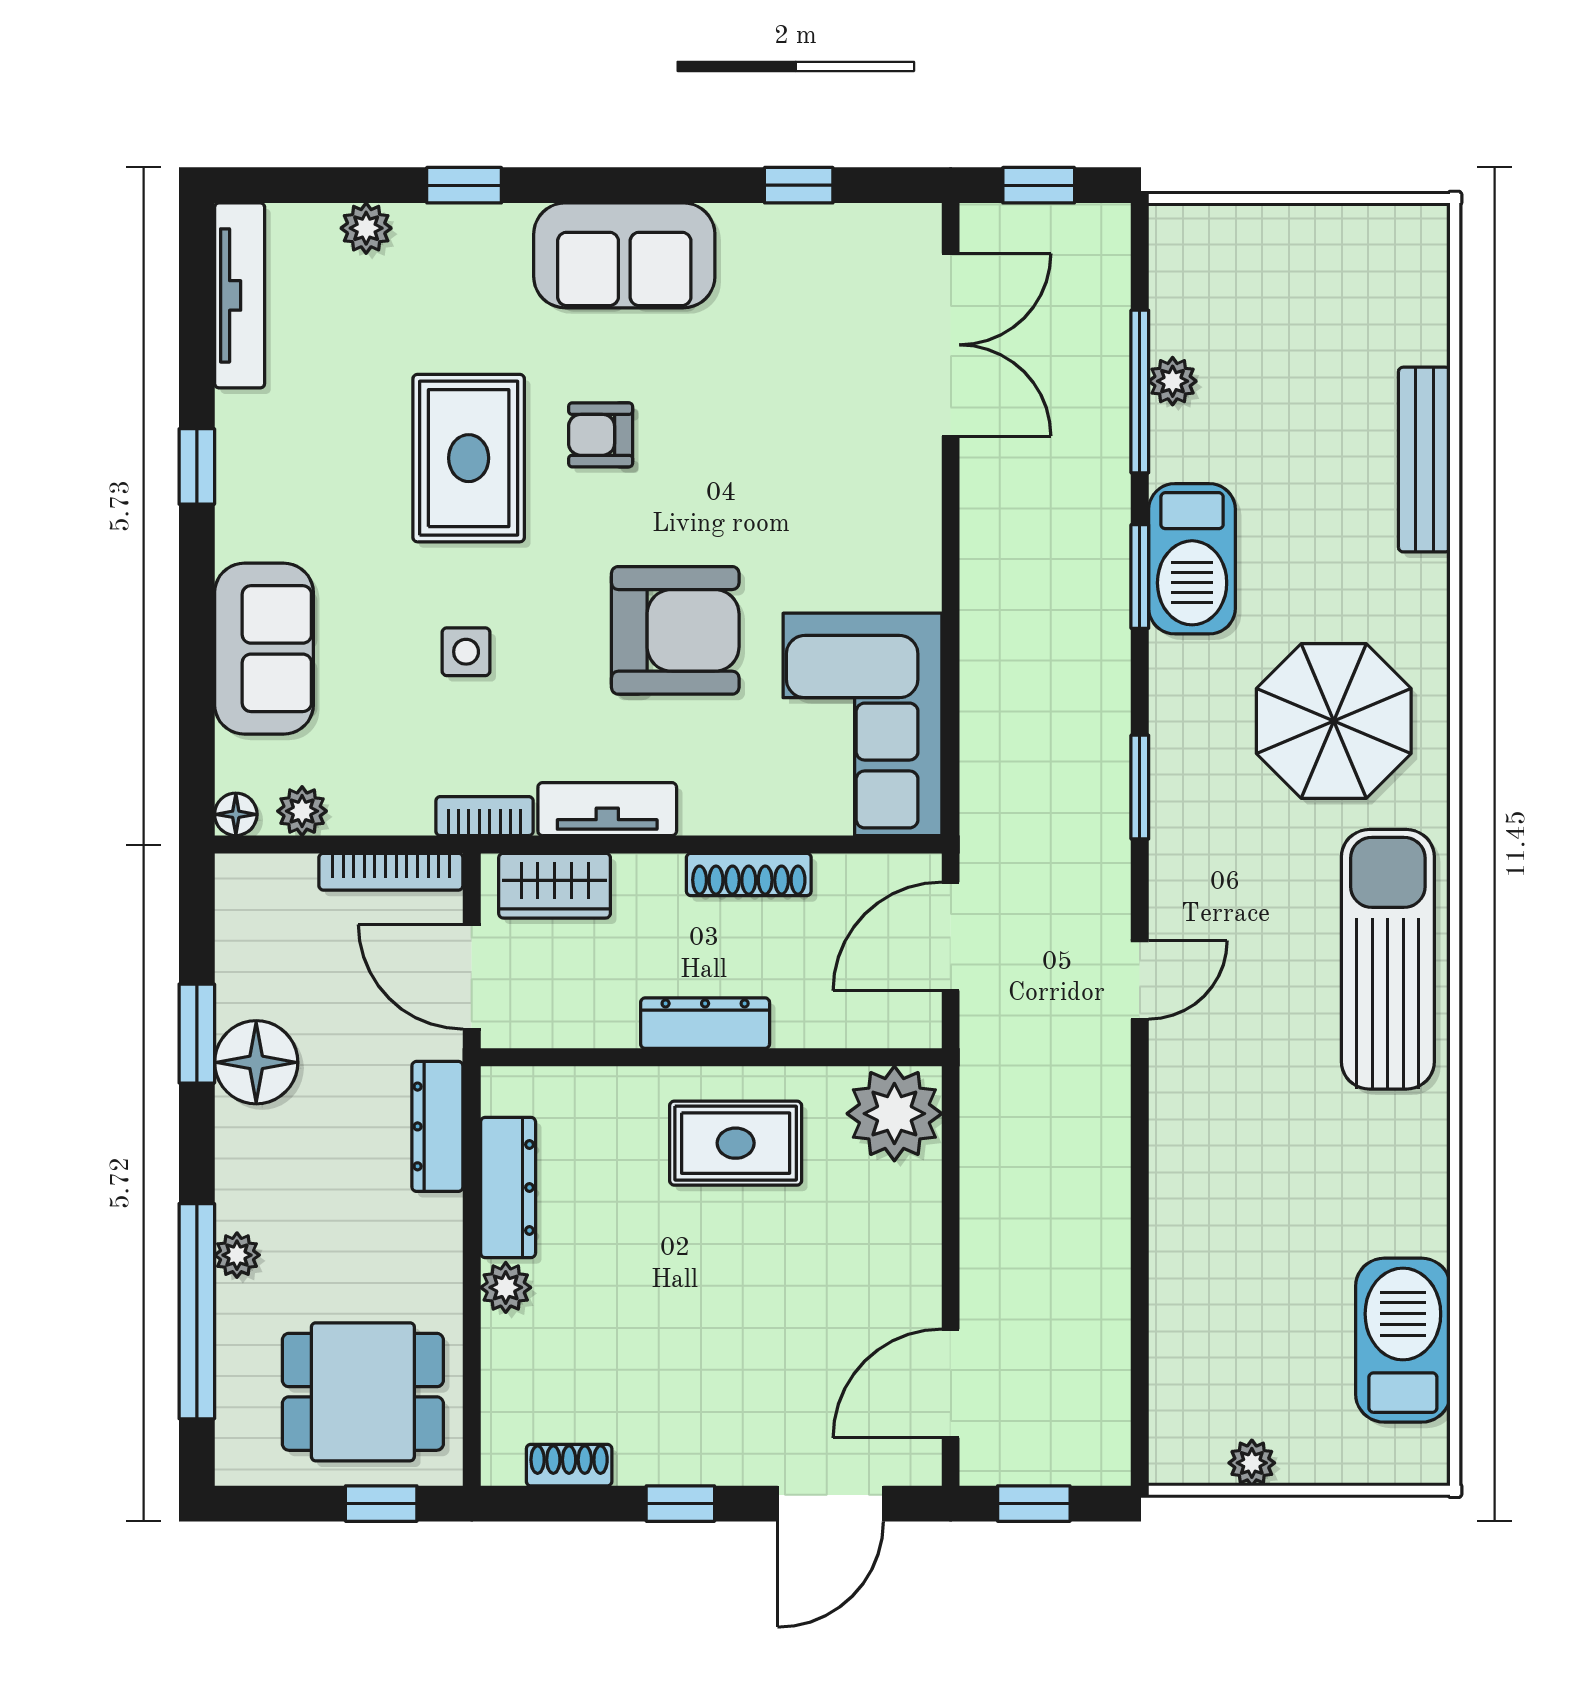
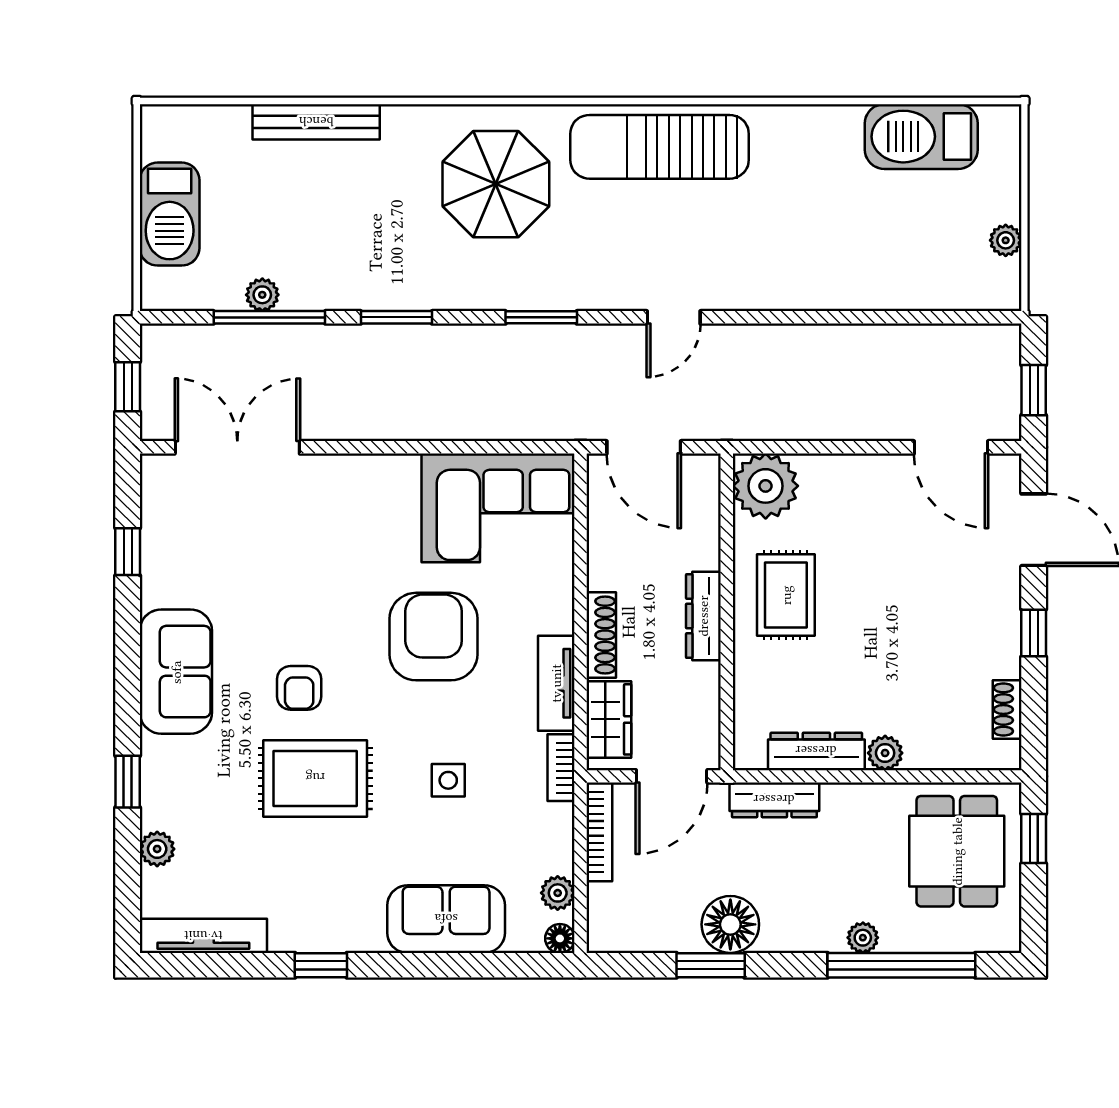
barbecue: (1192, 559) -> (170, 214), moved, turned 90
shoe rack: (749, 874) -> (601, 635), moved
door: (1140, 980) -> (674, 317), swing flipped

